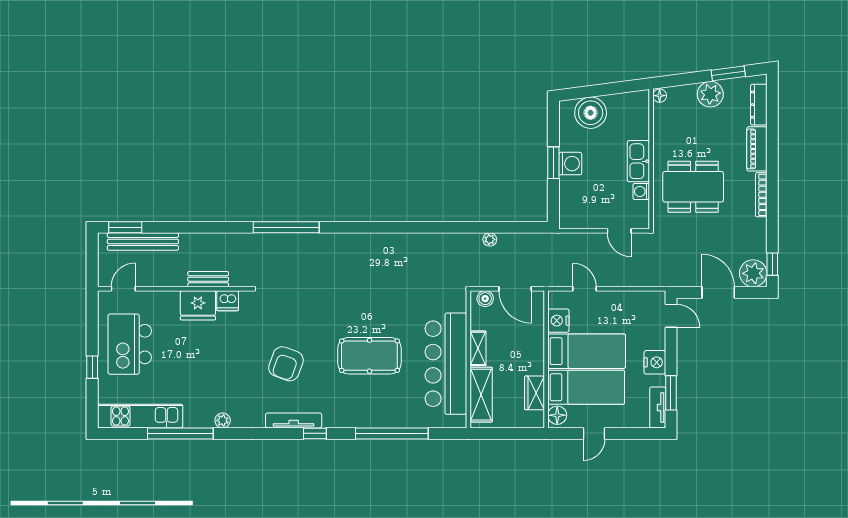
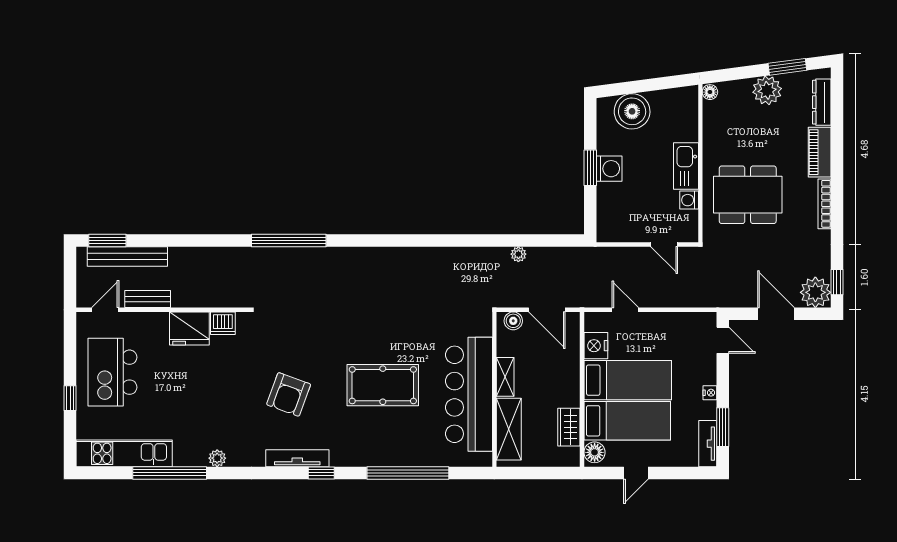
bench: (208, 279) -> (148, 299), moved
nightstand: (655, 362) -> (710, 393), width x0.53, depth x0.56

